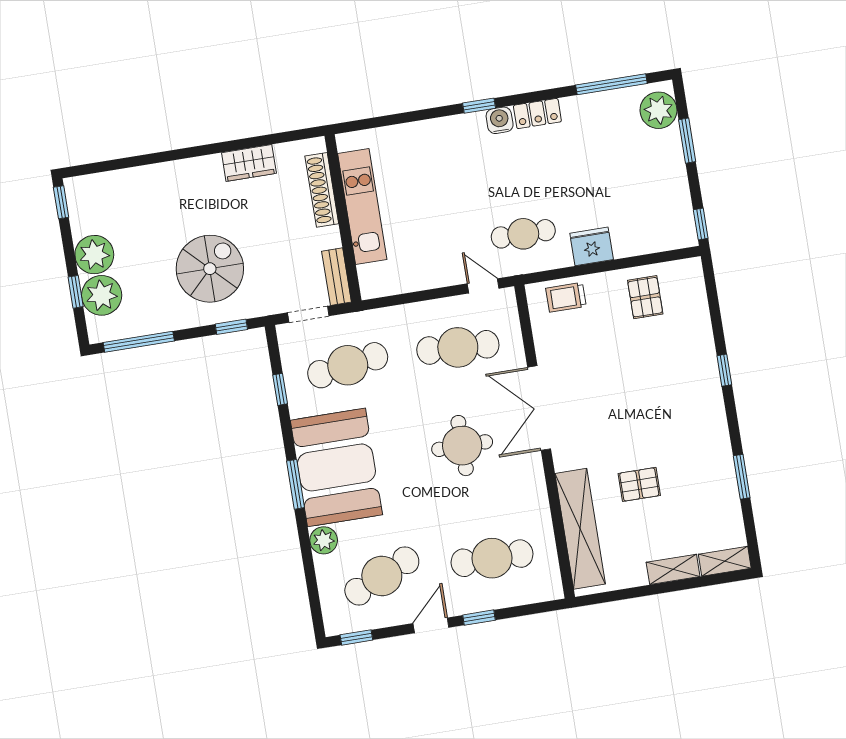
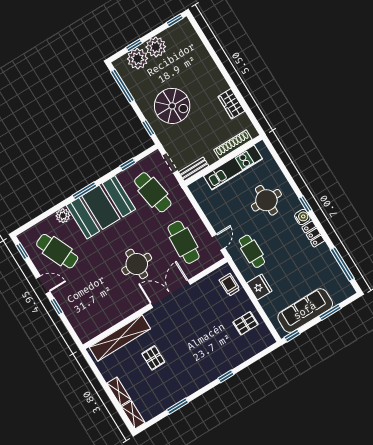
plant: (658, 110) -> (339, 292), removed
round table: (444, 171) -> (266, 200), added
sofa: (666, 183) -> (305, 311), added
cafe table: (492, 558) -> (88, 301), removed

